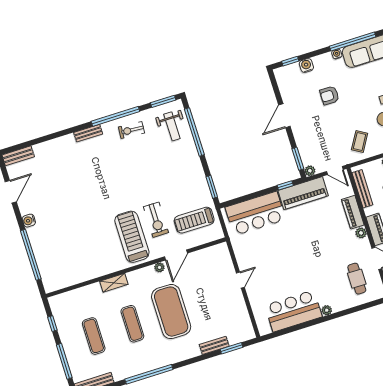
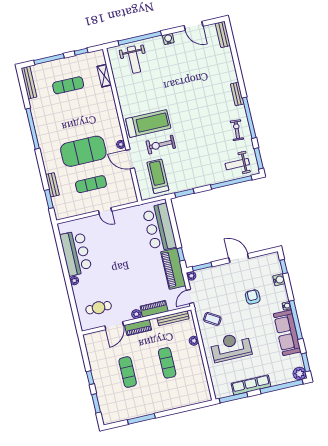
weight bench: (57, 260) -> (134, 60), added
shelving: (114, 283) -> (104, 76), moved
exercise mat: (132, 324) -> (91, 184), moved

